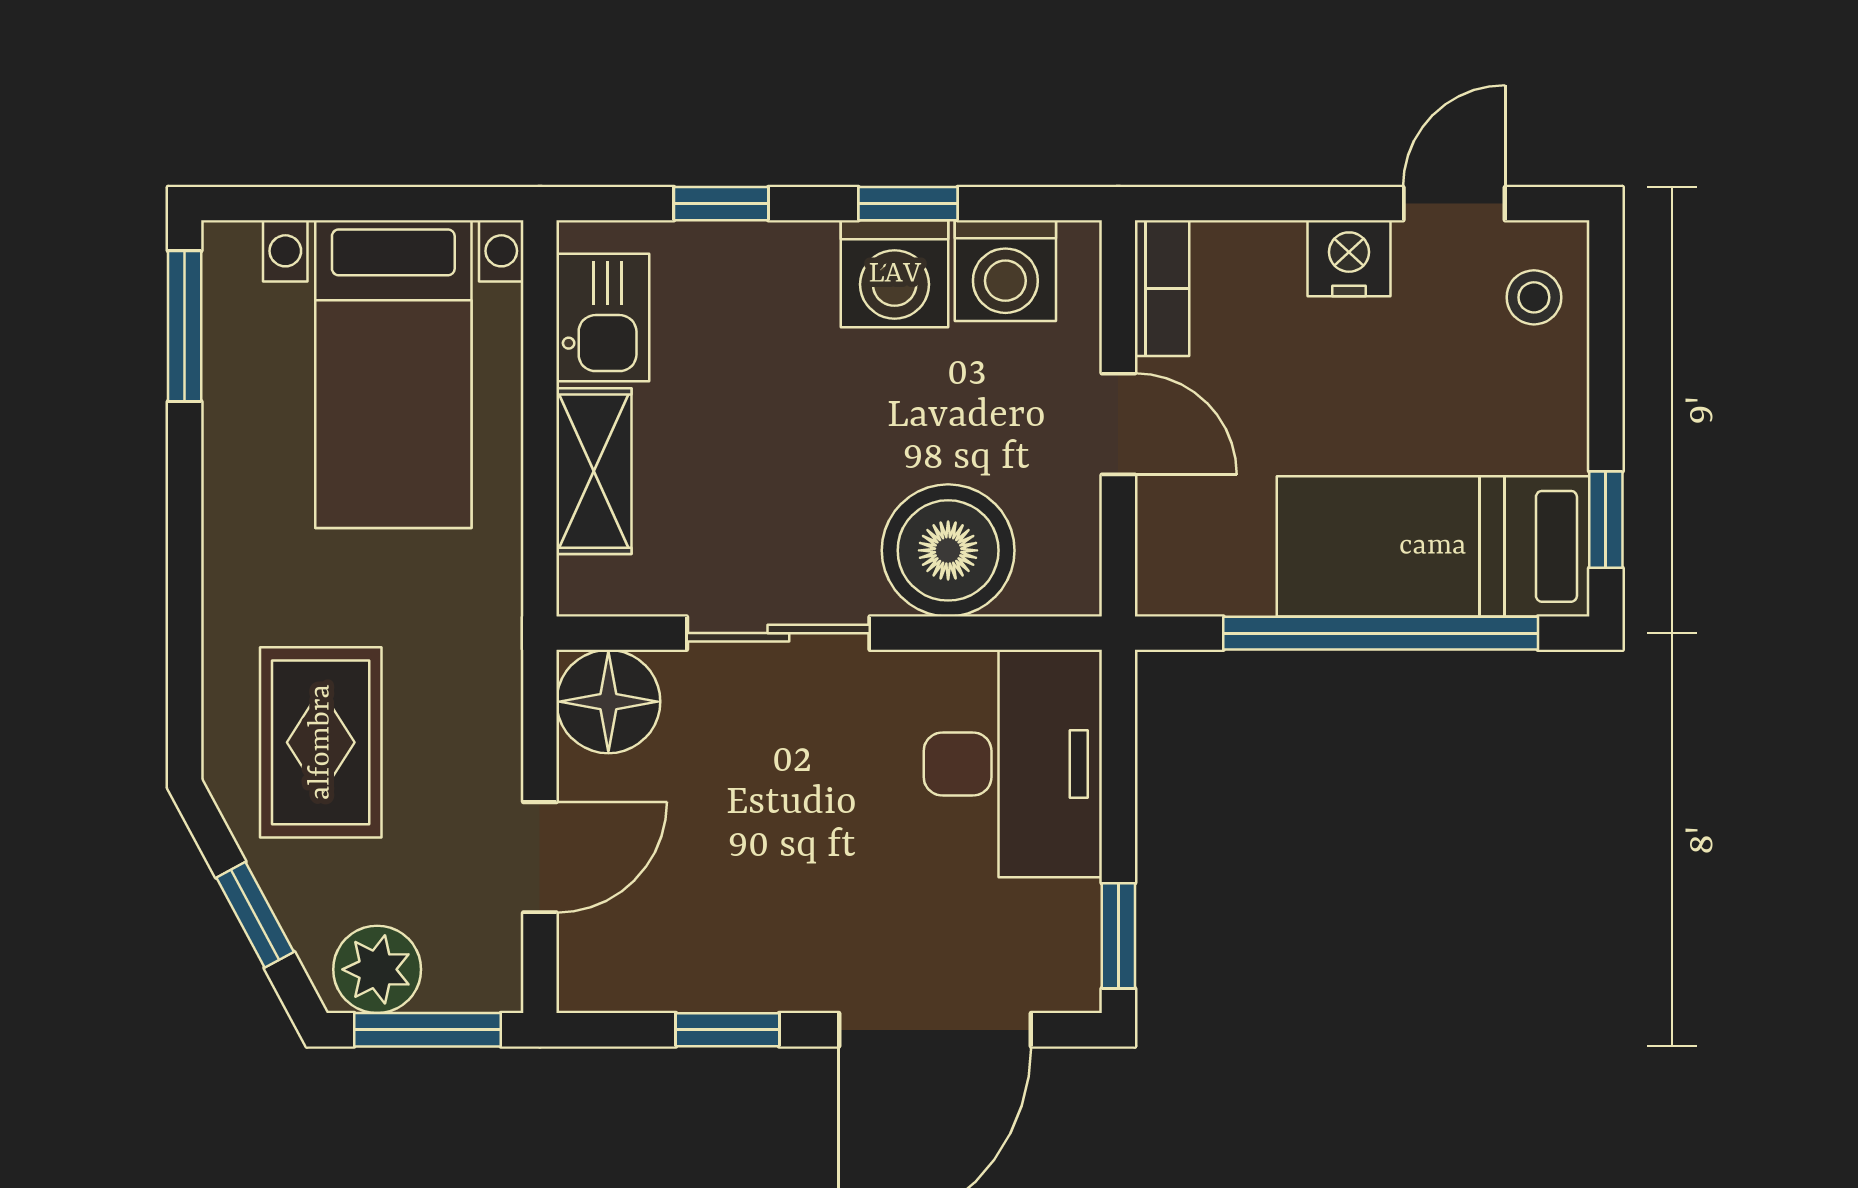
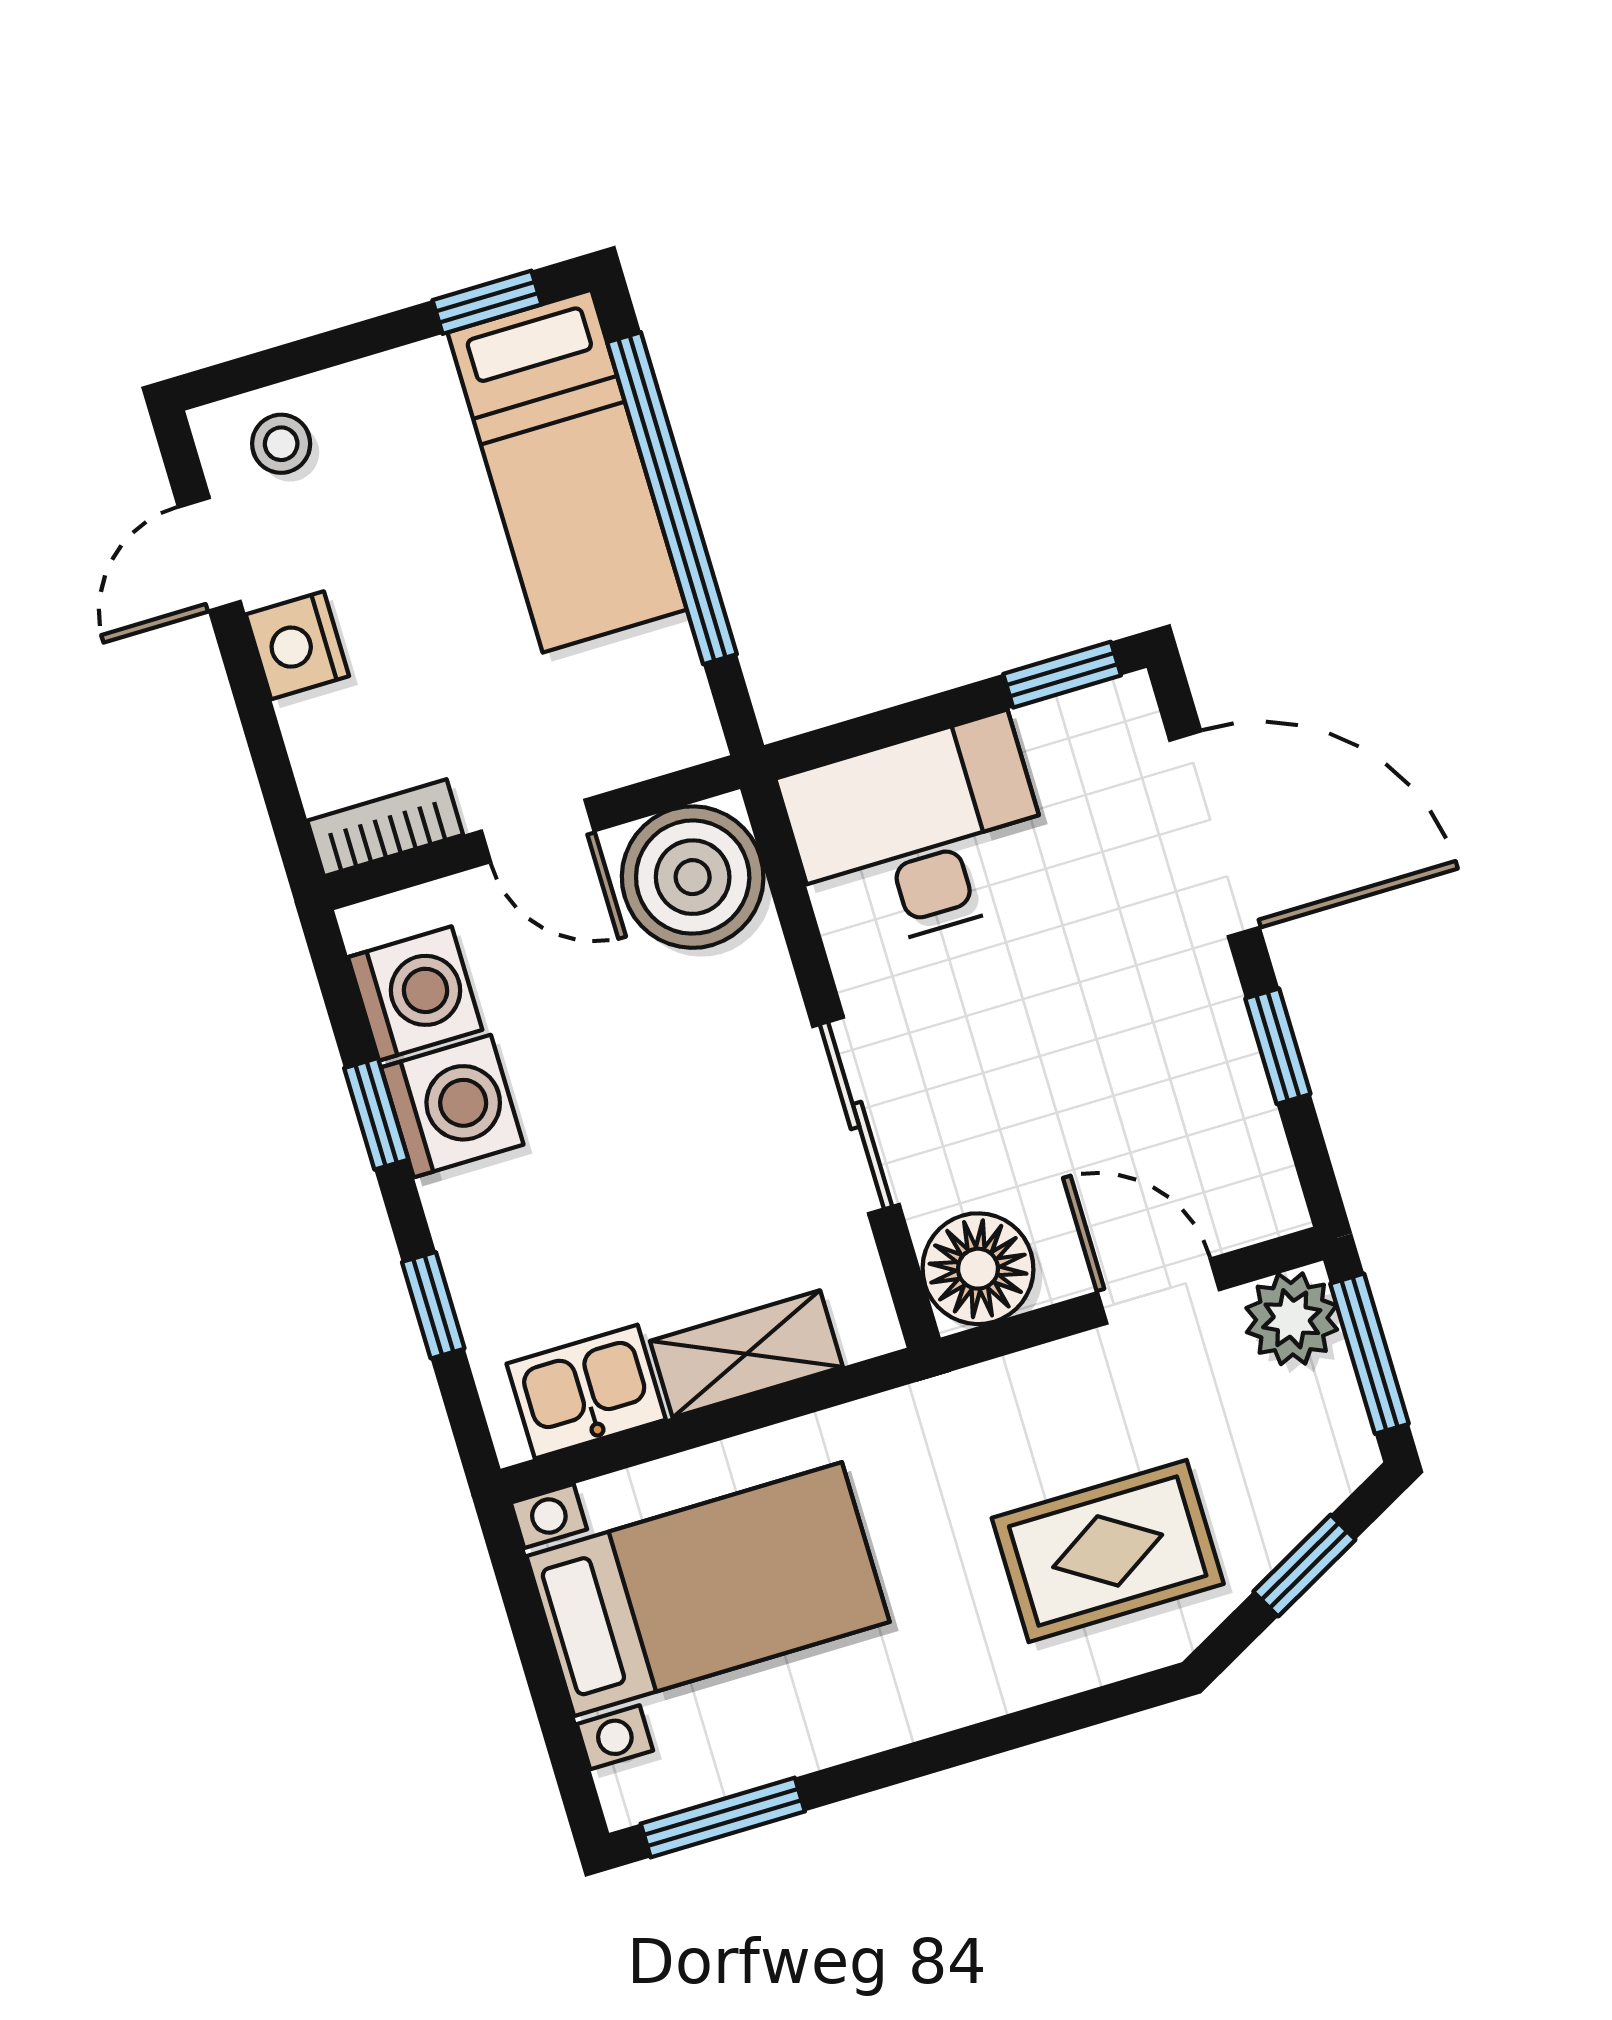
door: (1454, 204) -> (209, 554), hinge flipped
door: (1118, 424) -> (538, 831), swing flipped
boiler: (948, 550) -> (693, 877), moved
plant: (377, 969) -> (1292, 1319), moved

